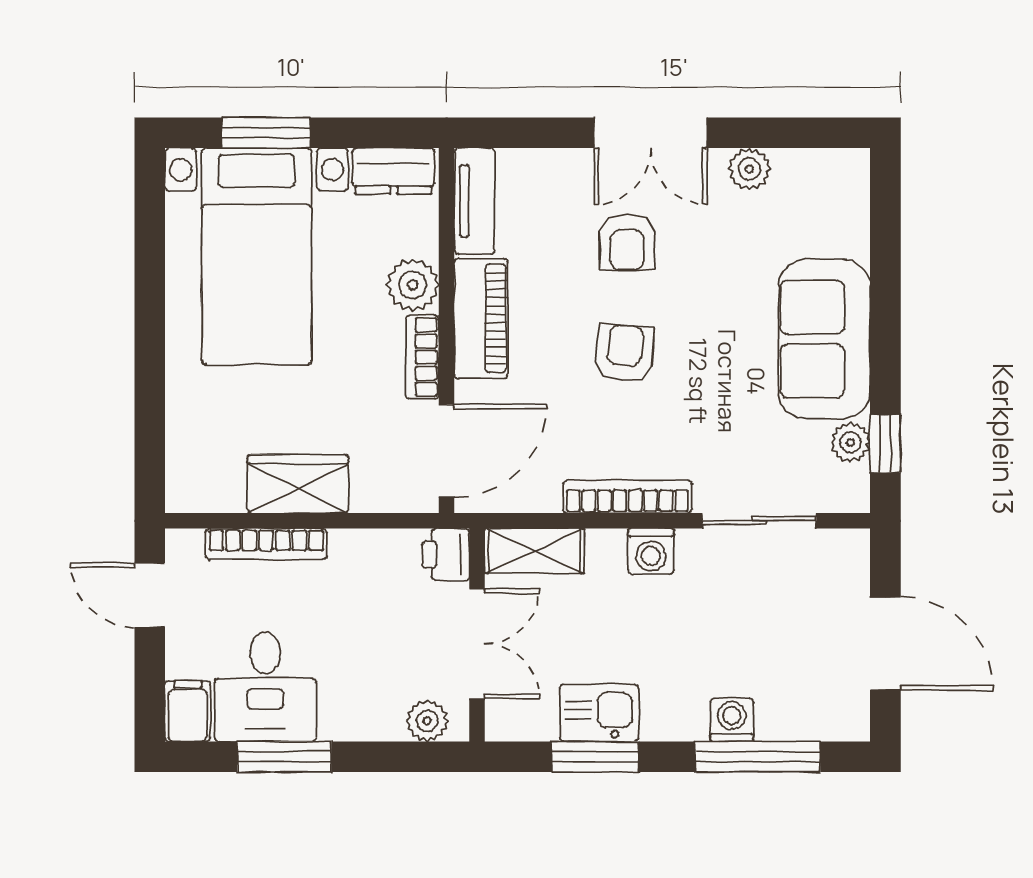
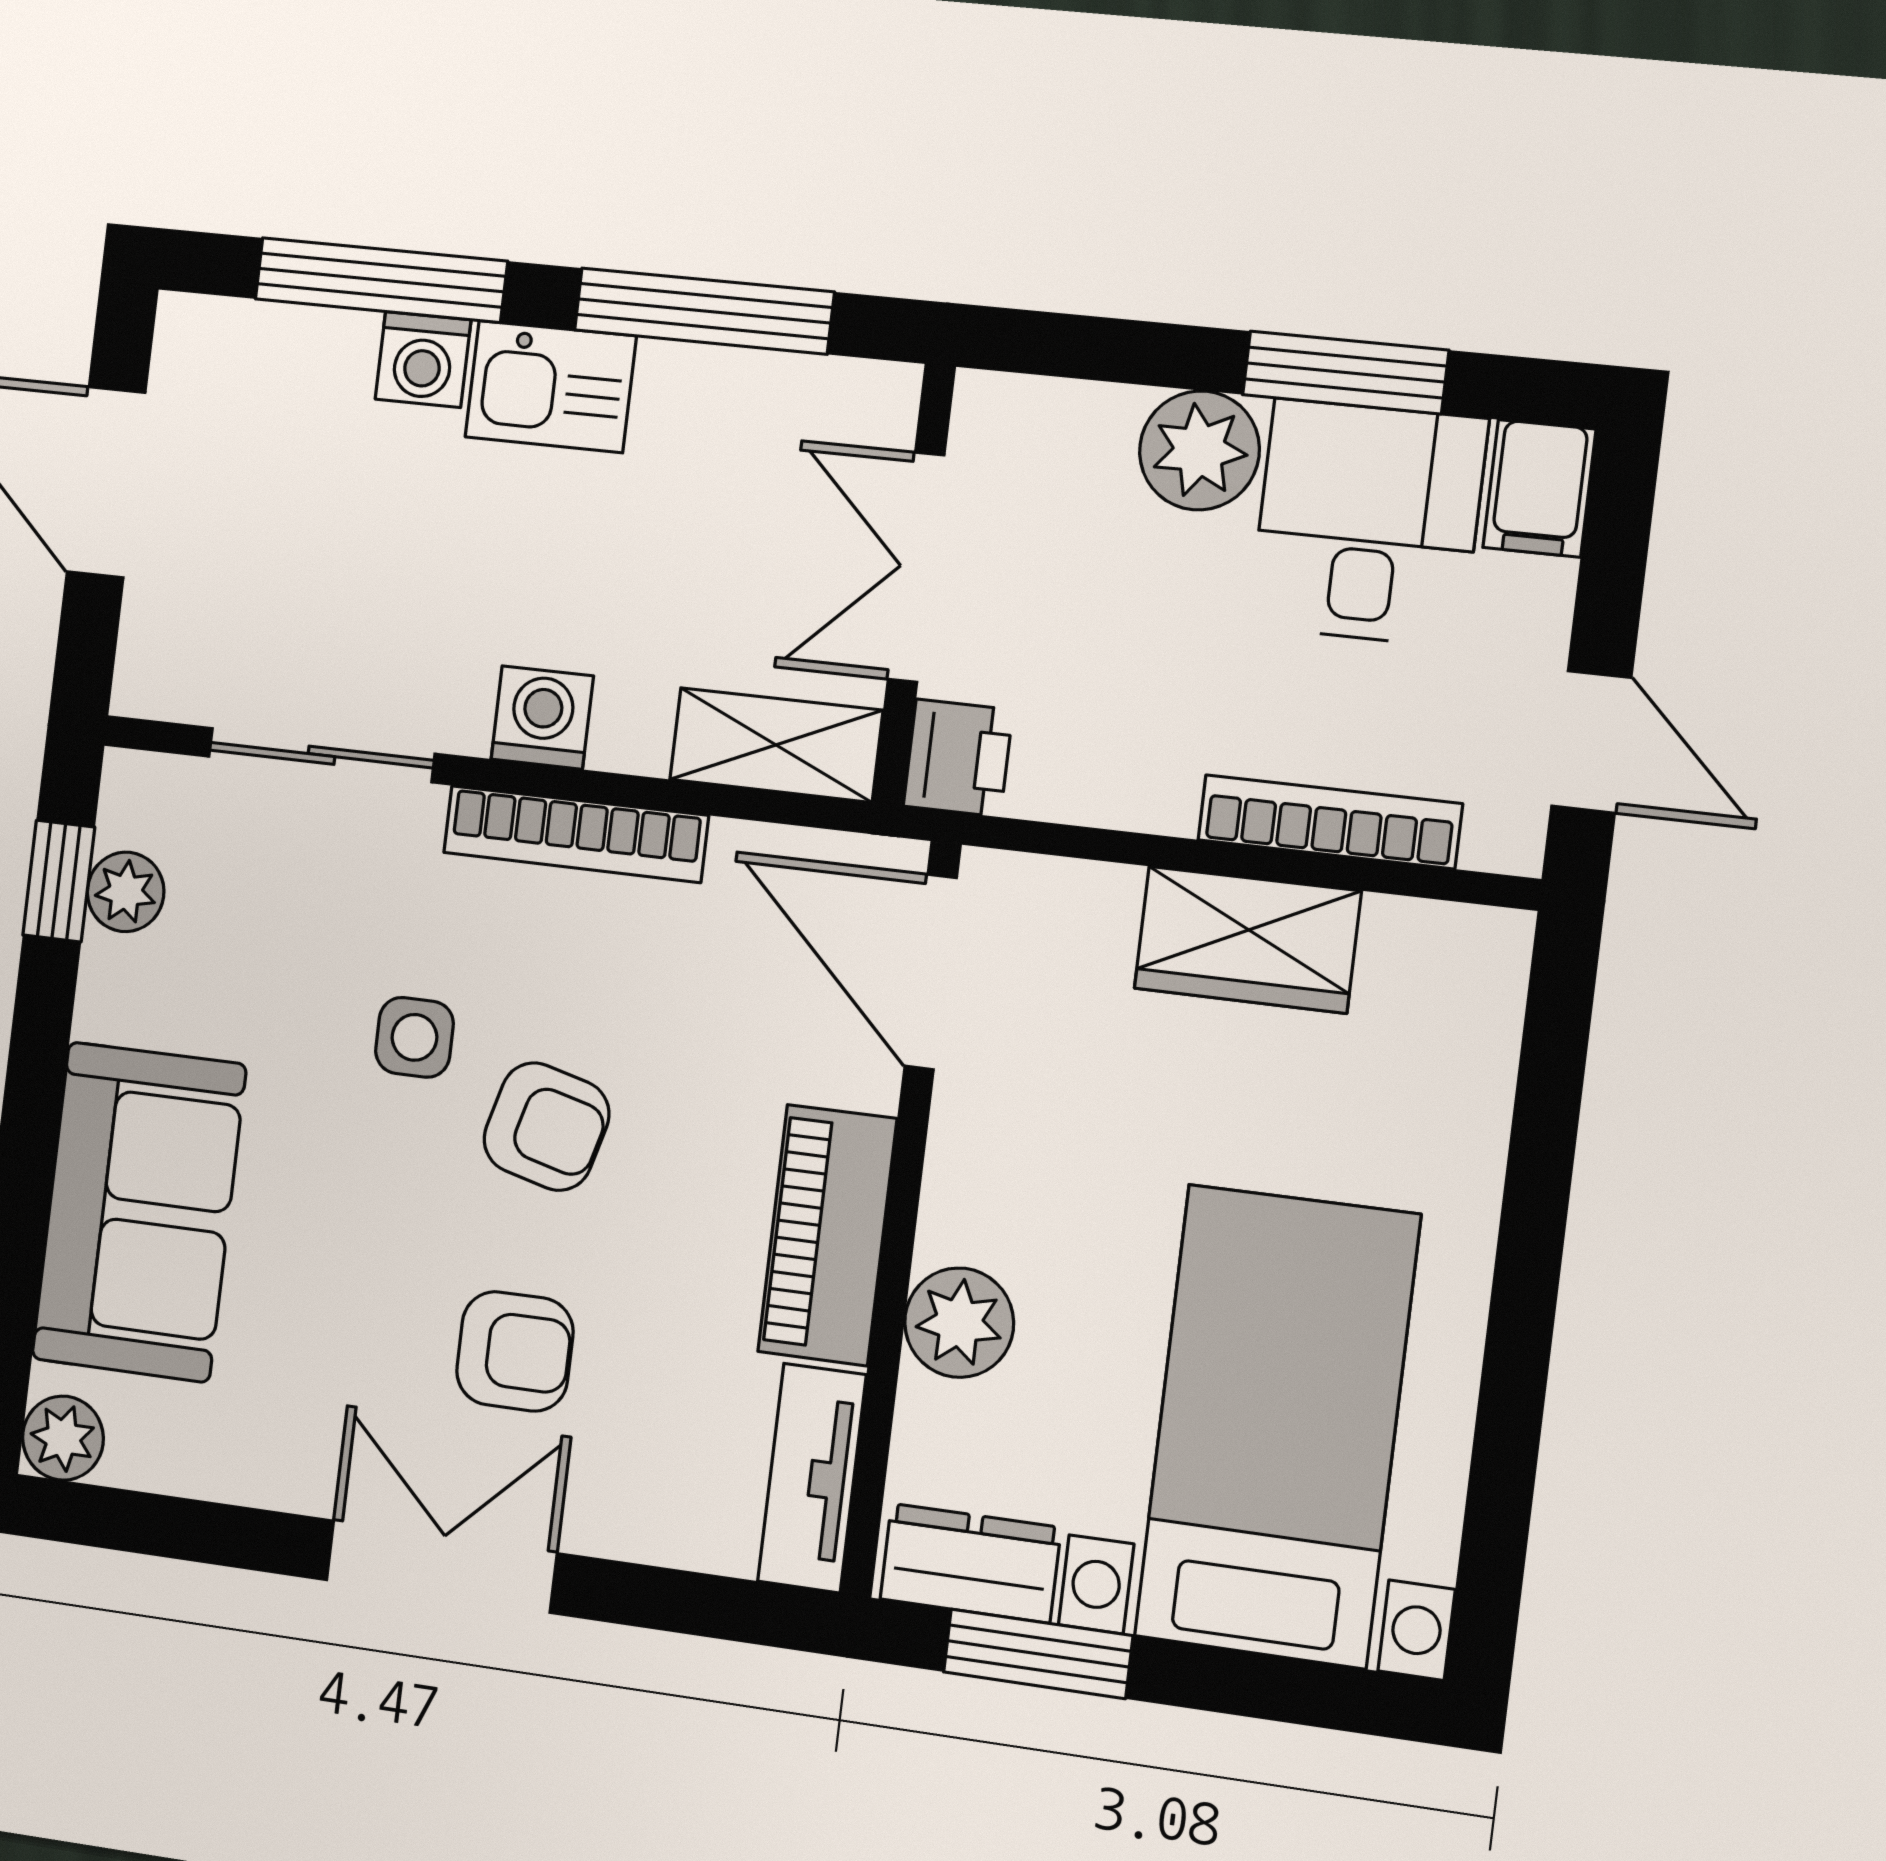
window: (266, 133) -> (1038, 1654), moved
plant: (749, 169) -> (63, 1438), moved
armchair: (627, 242) -> (515, 1351), turned 90
sofa: (824, 339) -> (139, 1212), moved
armchair: (625, 353) -> (546, 1127), turned -80
bookcase: (422, 357) -> (958, 1171), removed
side table: (696, 388) -> (414, 1037), added
door: (447, 451) -> (931, 972), hinge flipped
kitchen sink: (599, 713) -> (551, 387), moved
plant: (427, 721) -> (1199, 450), moved, width x1.38, depth x1.38
window: (595, 757) -> (704, 311), width x1.44

